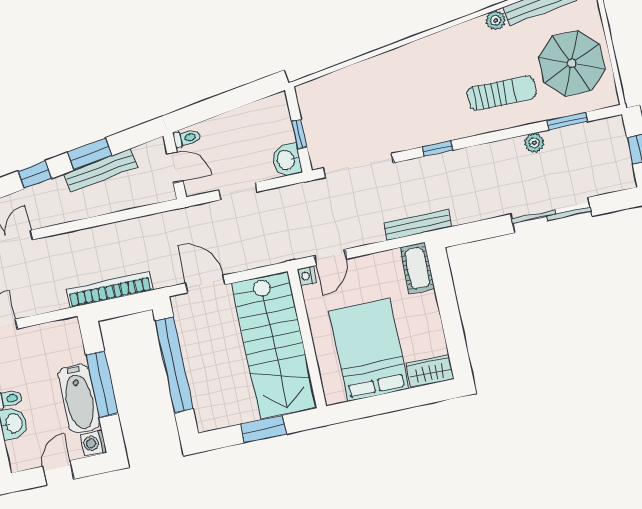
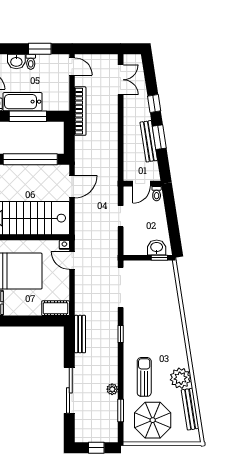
plant: (496, 20) -> (180, 378), width x1.87, depth x1.87
sun lounger: (502, 93) -> (144, 377), turned 180
window: (299, 134) -> (159, 258), moved
washbasin: (287, 160) -> (157, 247), moved
bench: (418, 225) -> (80, 334), moved
bookcase: (110, 290) -> (80, 111), moved

